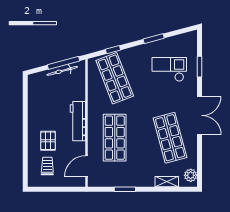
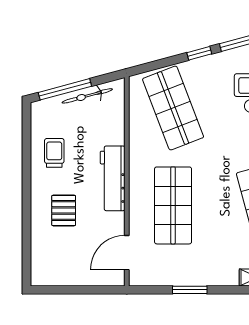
window: (113, 50) -> (199, 53), moved
window: (63, 63) -> (65, 89), moved
trolley: (47, 166) -> (54, 153), moved

